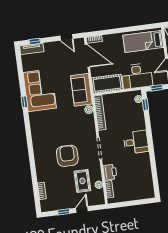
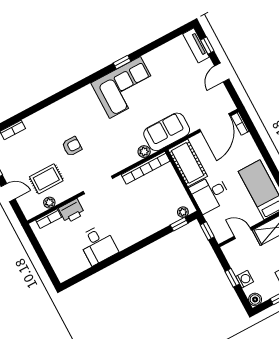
door: (66, 37) -> (222, 72), moved
desk: (137, 76) -> (210, 194), width x0.73
corner sofa: (40, 90) -> (125, 87), moved
desk: (136, 142) -> (98, 245), moved
armchair: (67, 156) -> (72, 146), width x0.53, depth x0.53

